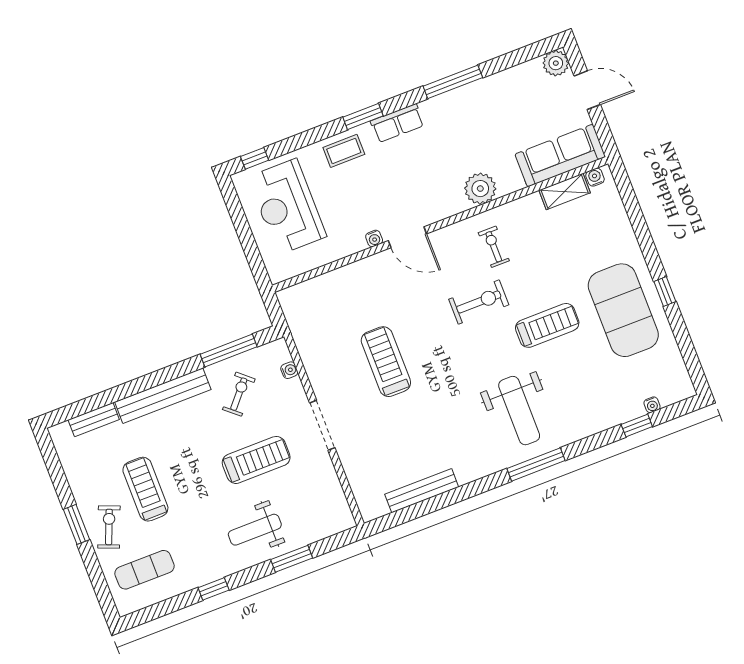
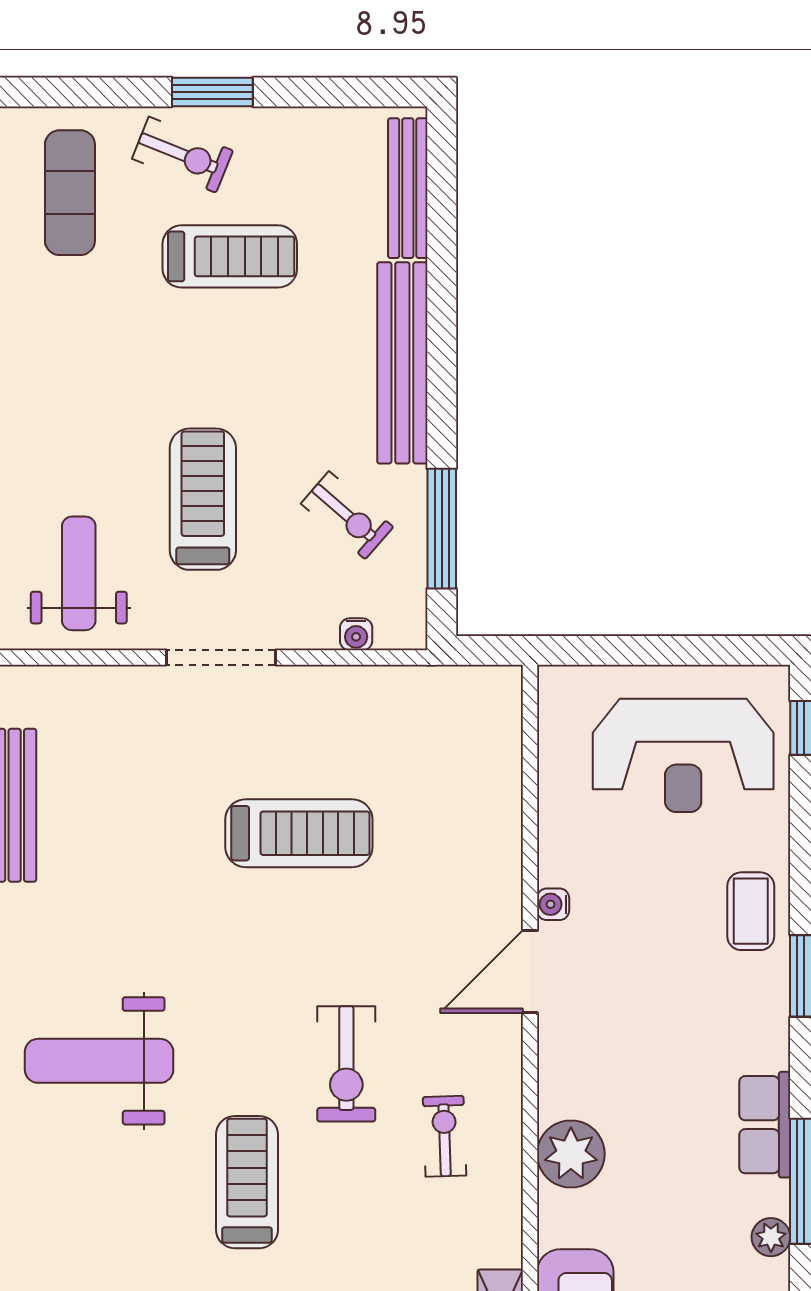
plant: (483, 87) -> (771, 1237), added
row of seats: (397, 123) -> (765, 1125), moved
reception desk: (287, 207) -> (683, 755), turned 180
exercise bike: (494, 247) -> (445, 1136), turned -92
treadmill: (547, 325) -> (247, 1182), turned 180
bench: (94, 420) -> (408, 188), width x1.36
treadmill: (256, 460) -> (203, 499), turned 180
weight bench: (255, 530) -> (79, 573), moved

